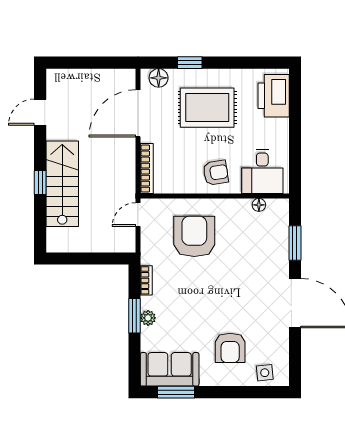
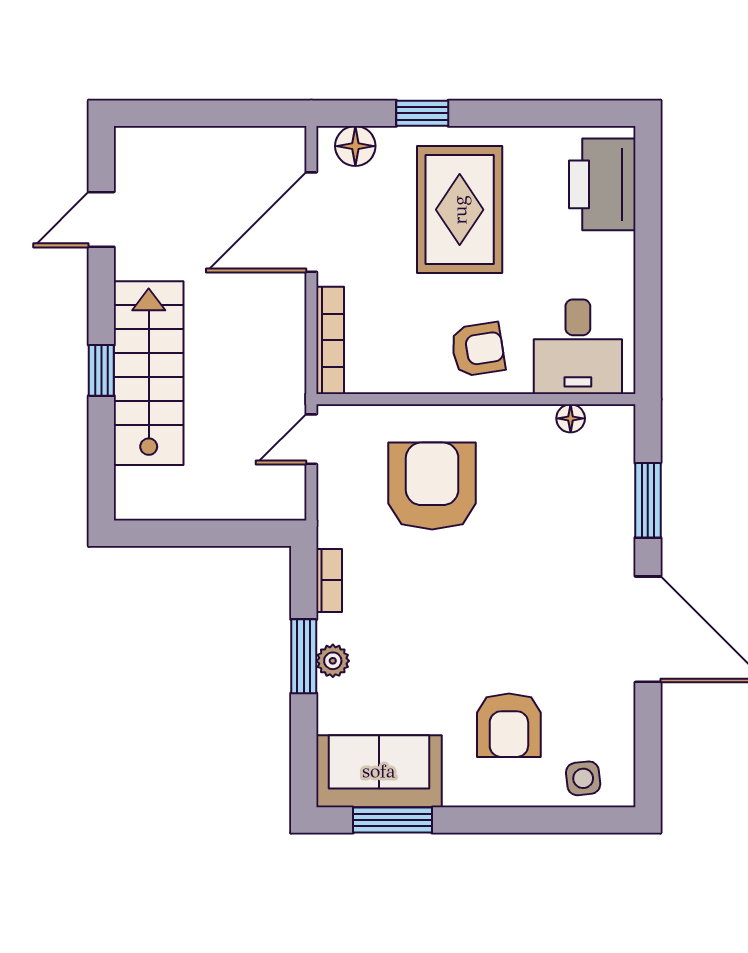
rug: (207, 108) -> (460, 210), turned 90

